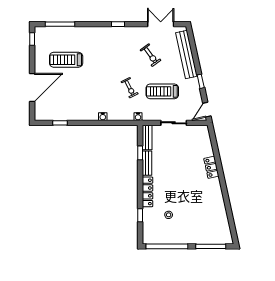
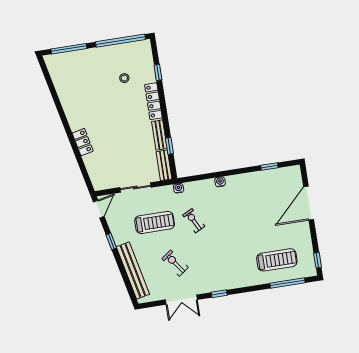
double door: (161, 24) -> (181, 300), moved
treadmill: (66, 60) -> (277, 260), moved

